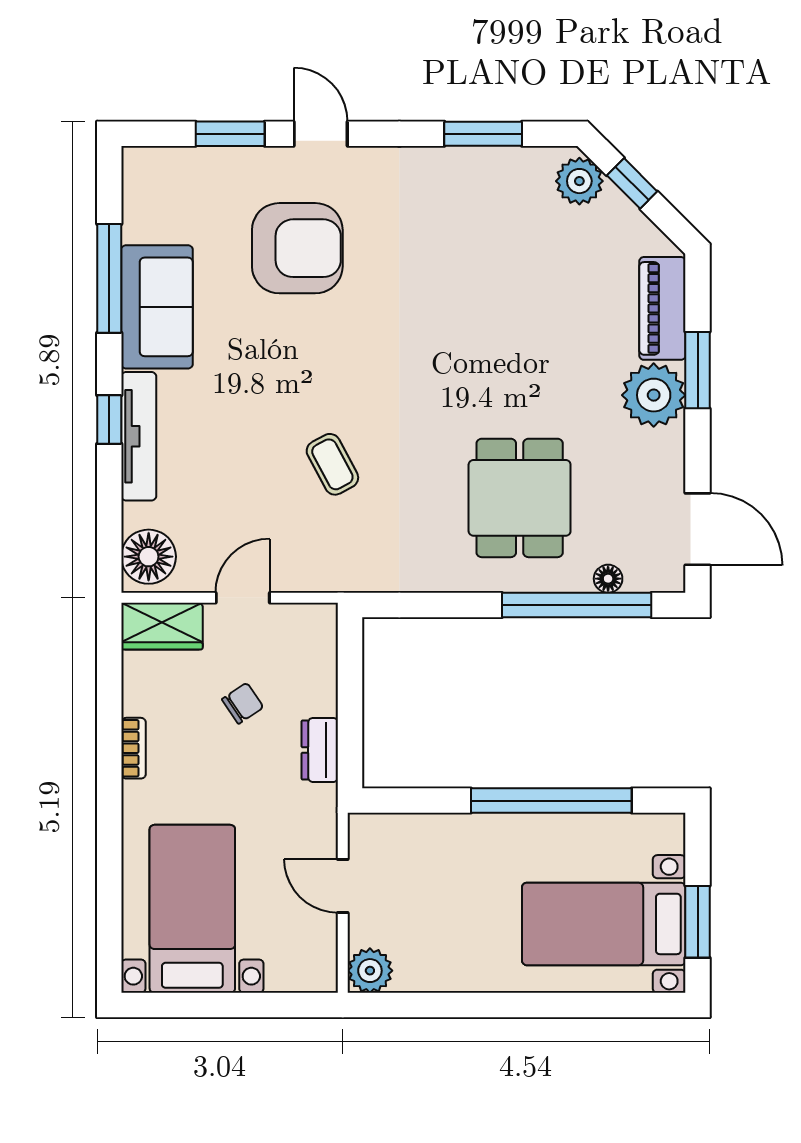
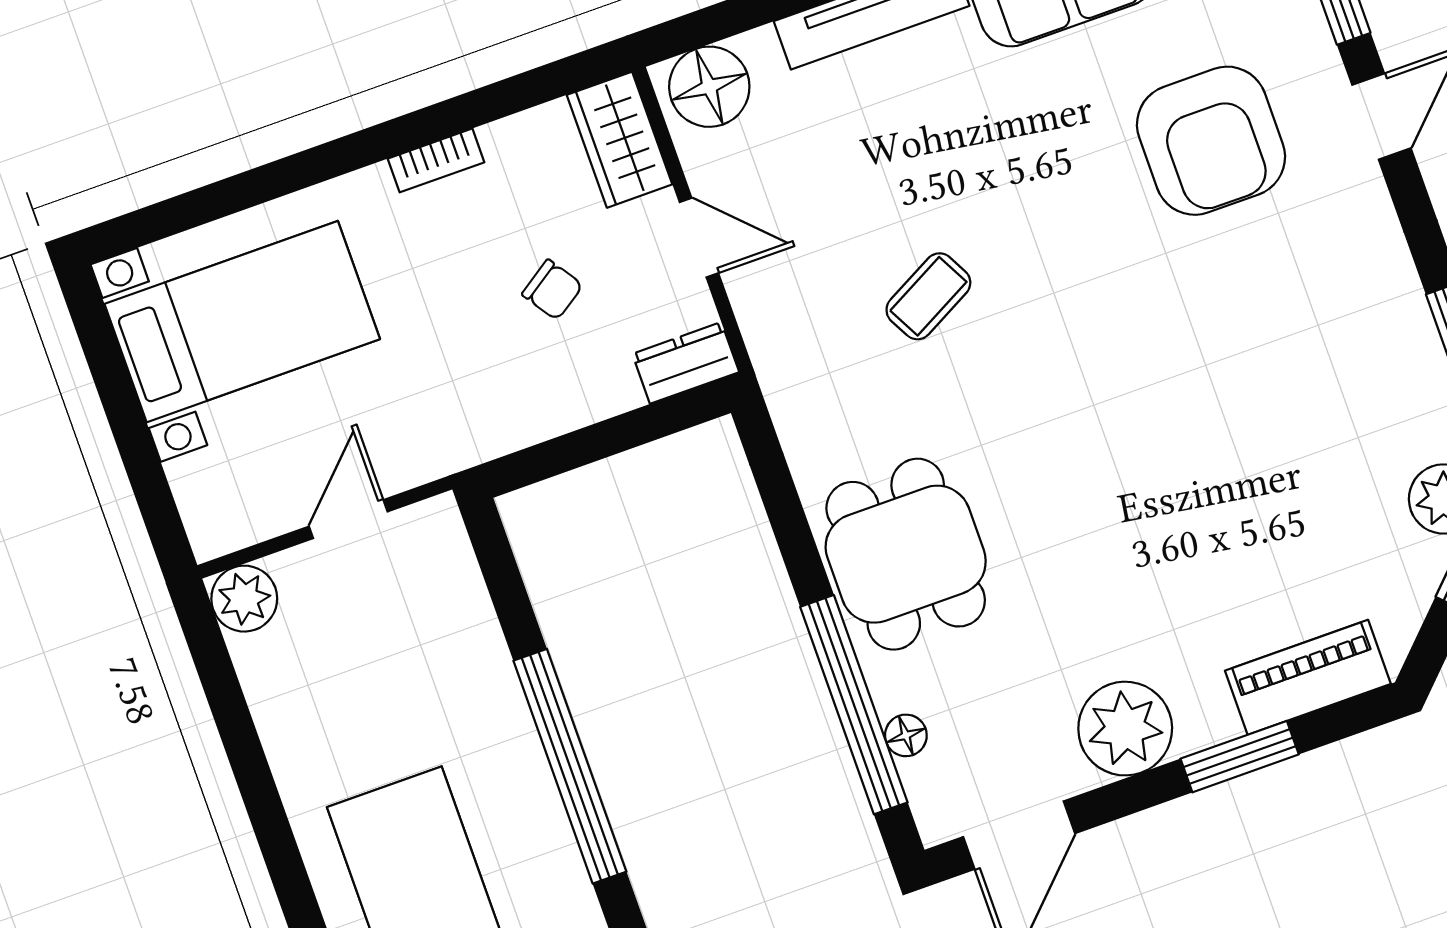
plant: (654, 395) -> (1125, 729), moved
dining table: (520, 498) -> (906, 554), moved, turned 90
dresser: (320, 750) -> (686, 363), moved

